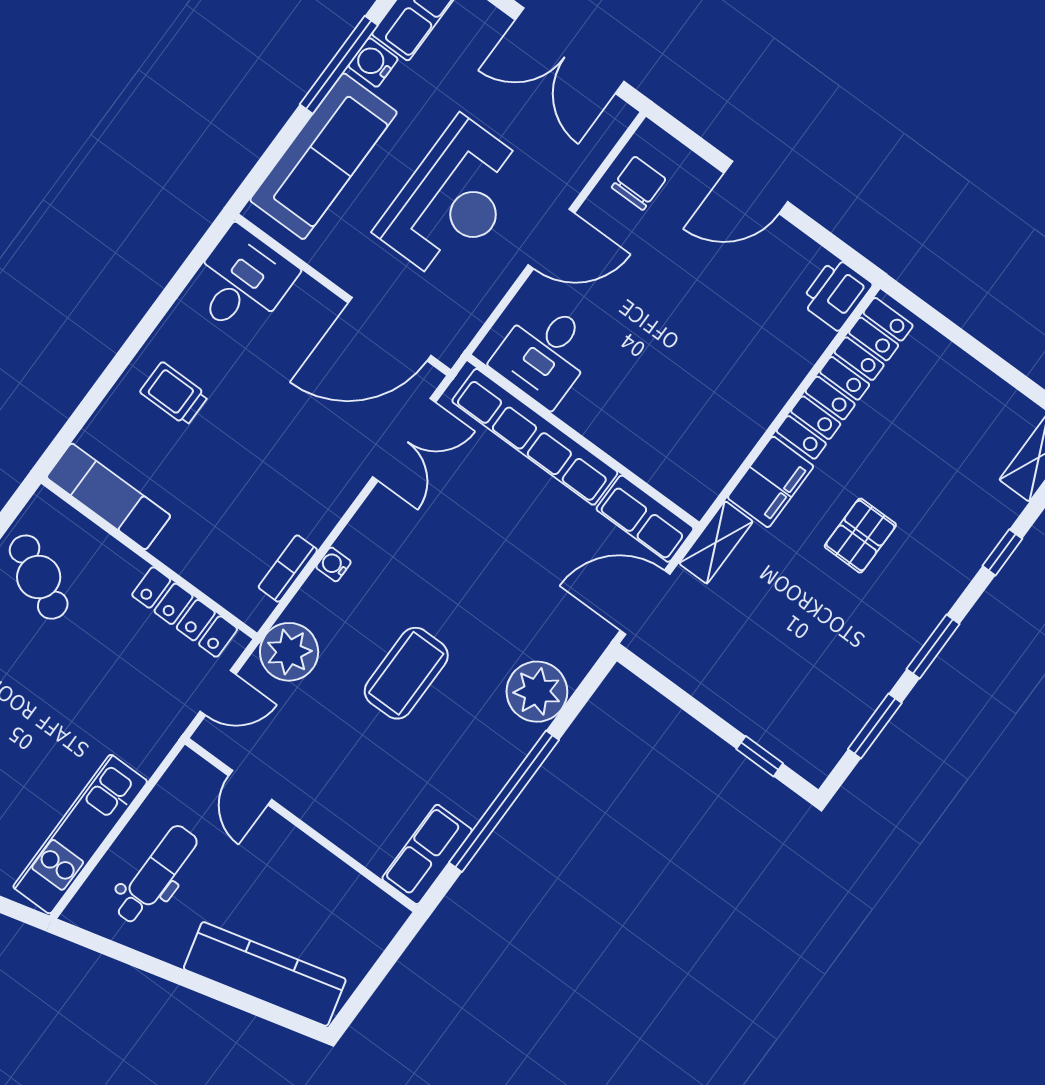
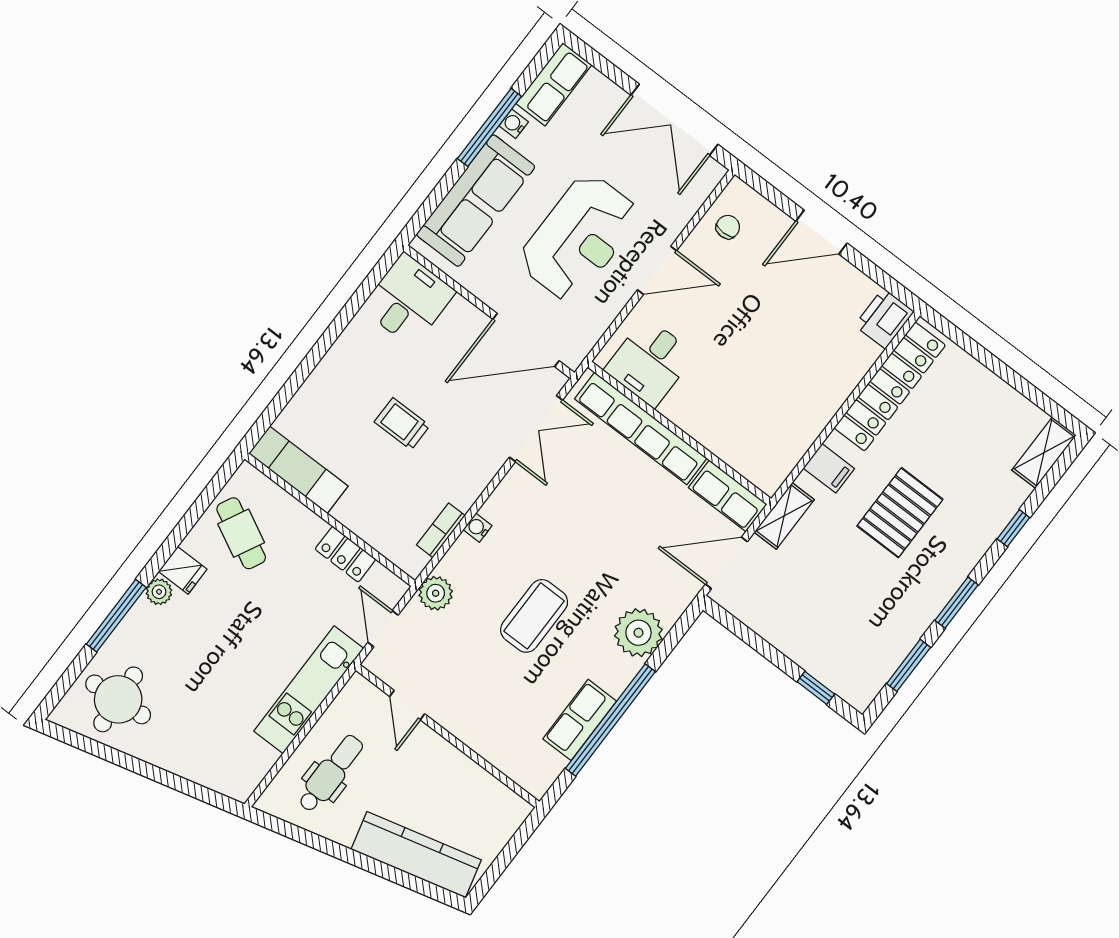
water cooler: (373, 63) -> (514, 124), width x0.72, depth x0.72
chair: (639, 183) -> (728, 227), width x0.73, depth x0.73
trolley: (174, 394) -> (402, 424), moved
filing cabinet: (771, 482) -> (829, 468), width x0.50
pallet: (860, 536) -> (900, 513), width x1.50, depth x1.42
locker: (185, 612) -> (345, 554), width x0.66
plant: (289, 652) -> (436, 593), width x0.73, depth x0.73
door: (218, 693) -> (383, 629), swing flipped
kitchen unit: (80, 834) -> (309, 690), moved
row of seats: (427, 854) -> (580, 720), moved

